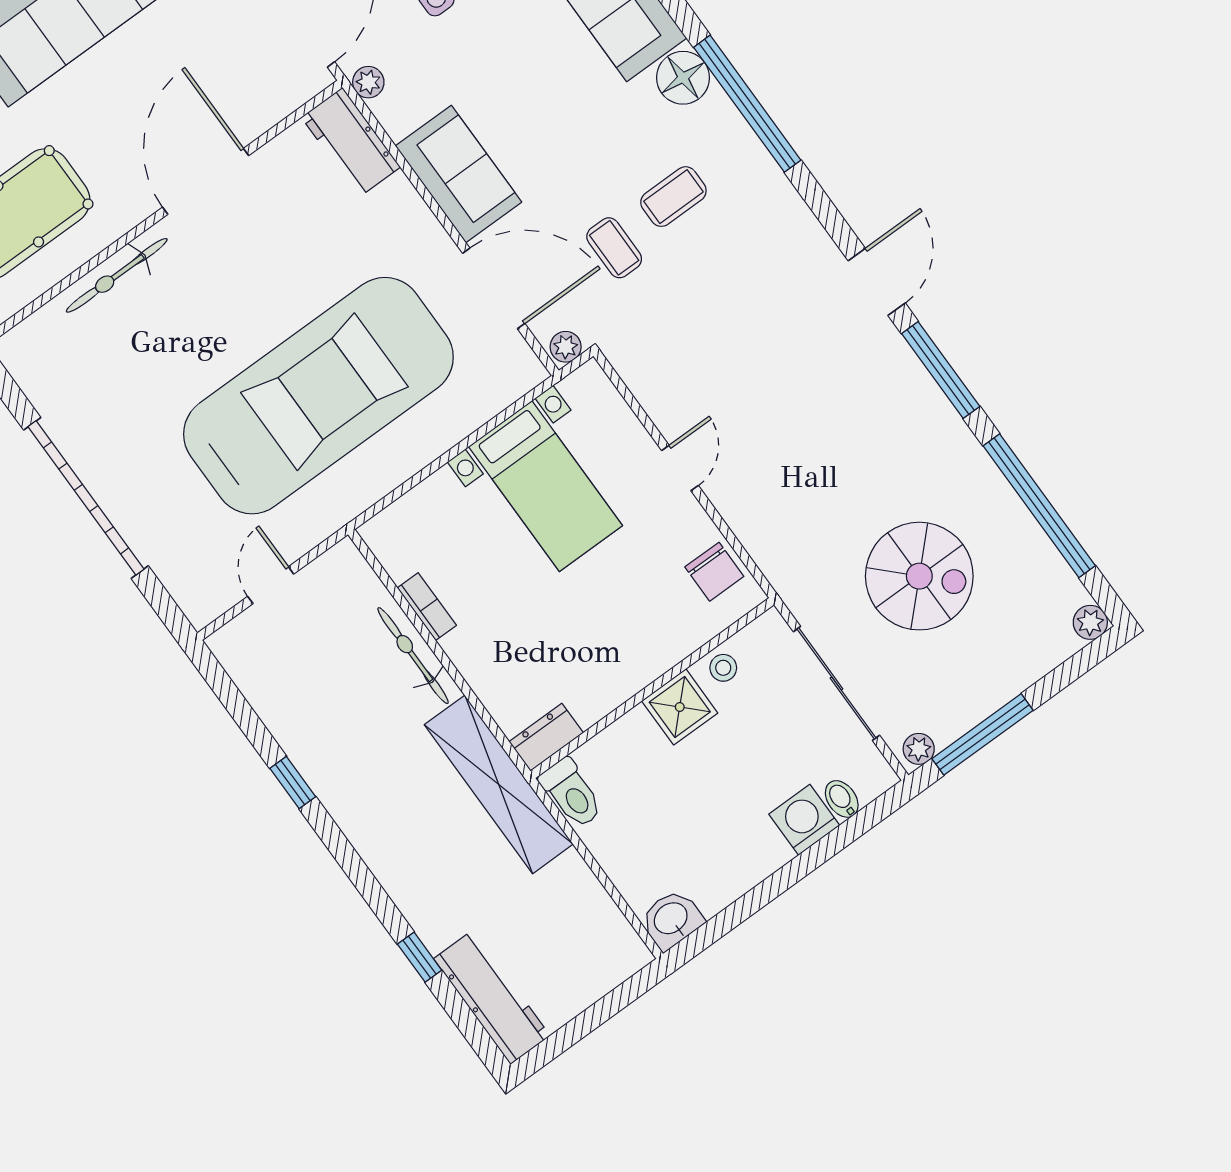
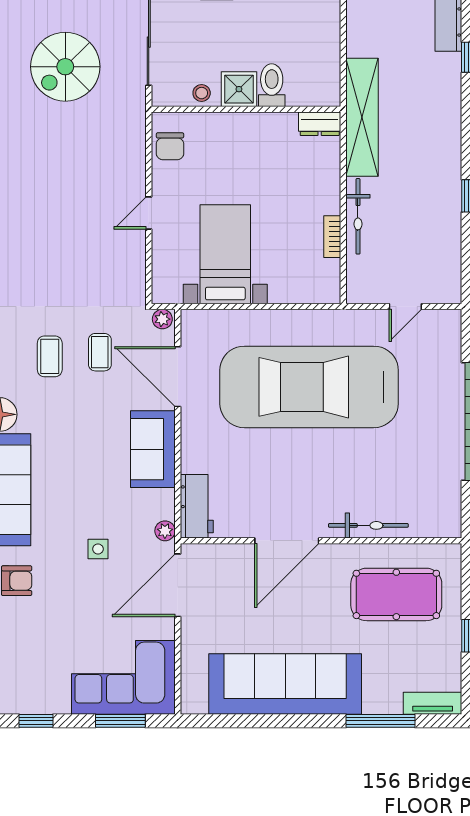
coffee table: (673, 197) -> (50, 356), turned 90
chair: (714, 572) -> (170, 146), turned 180
spiral stairs: (919, 576) -> (65, 67), turned -90
toilet: (572, 793) -> (272, 85), moved

